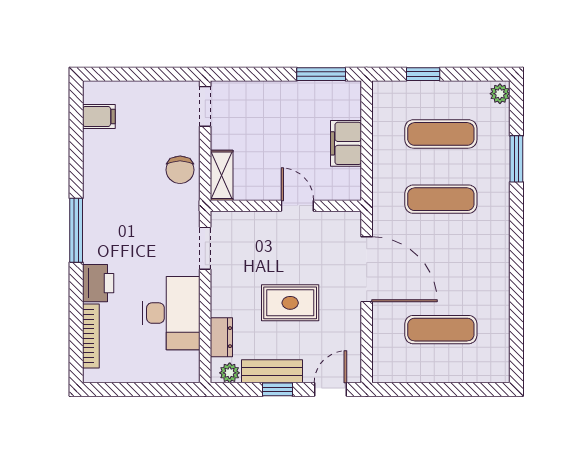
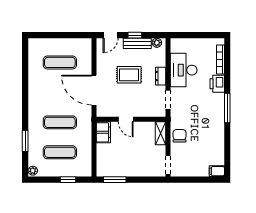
filing cabinet: (99, 116) -> (217, 171), moved
filing cabinet: (346, 143) -> (103, 132), moved
dresser: (221, 337) -> (161, 76), moved

